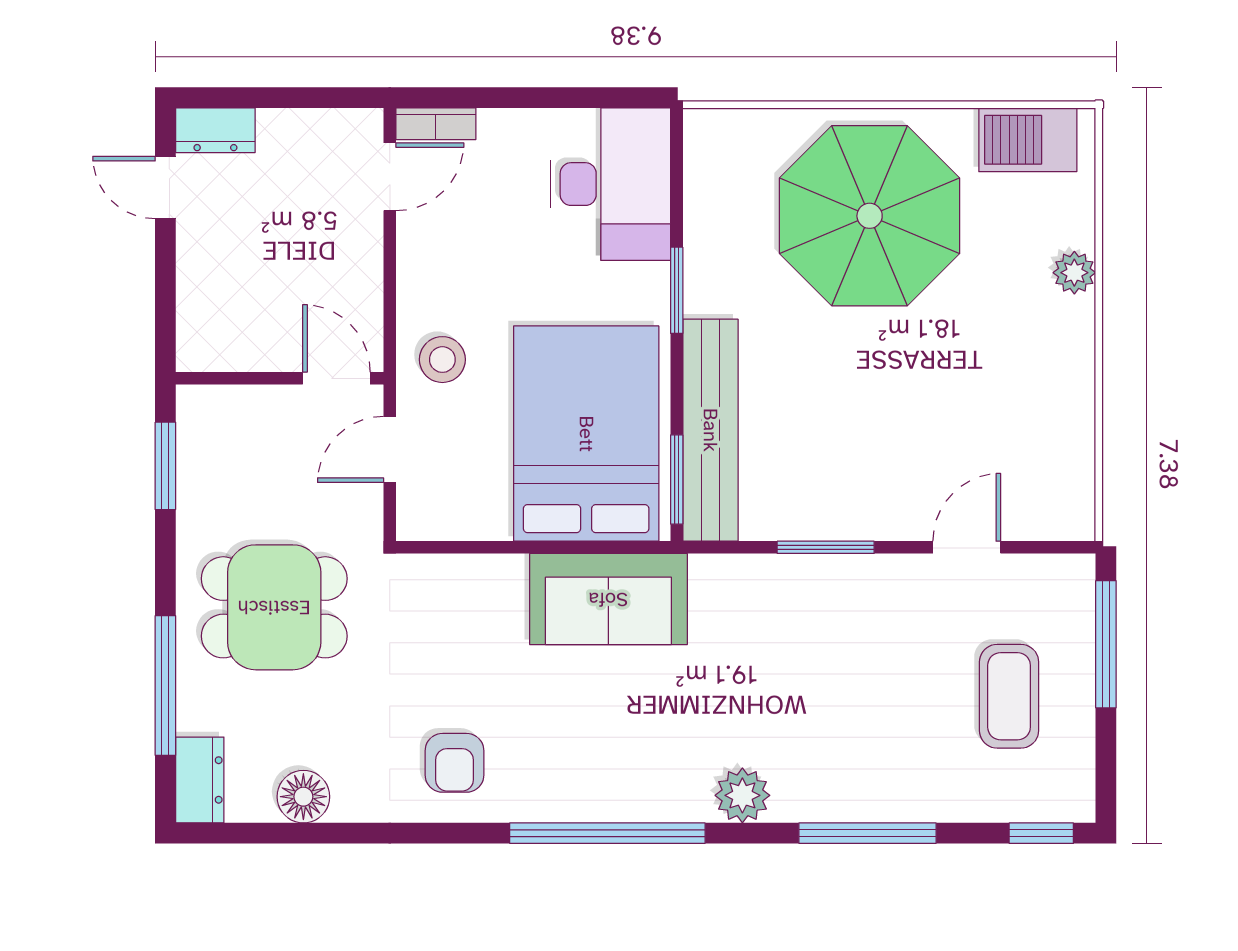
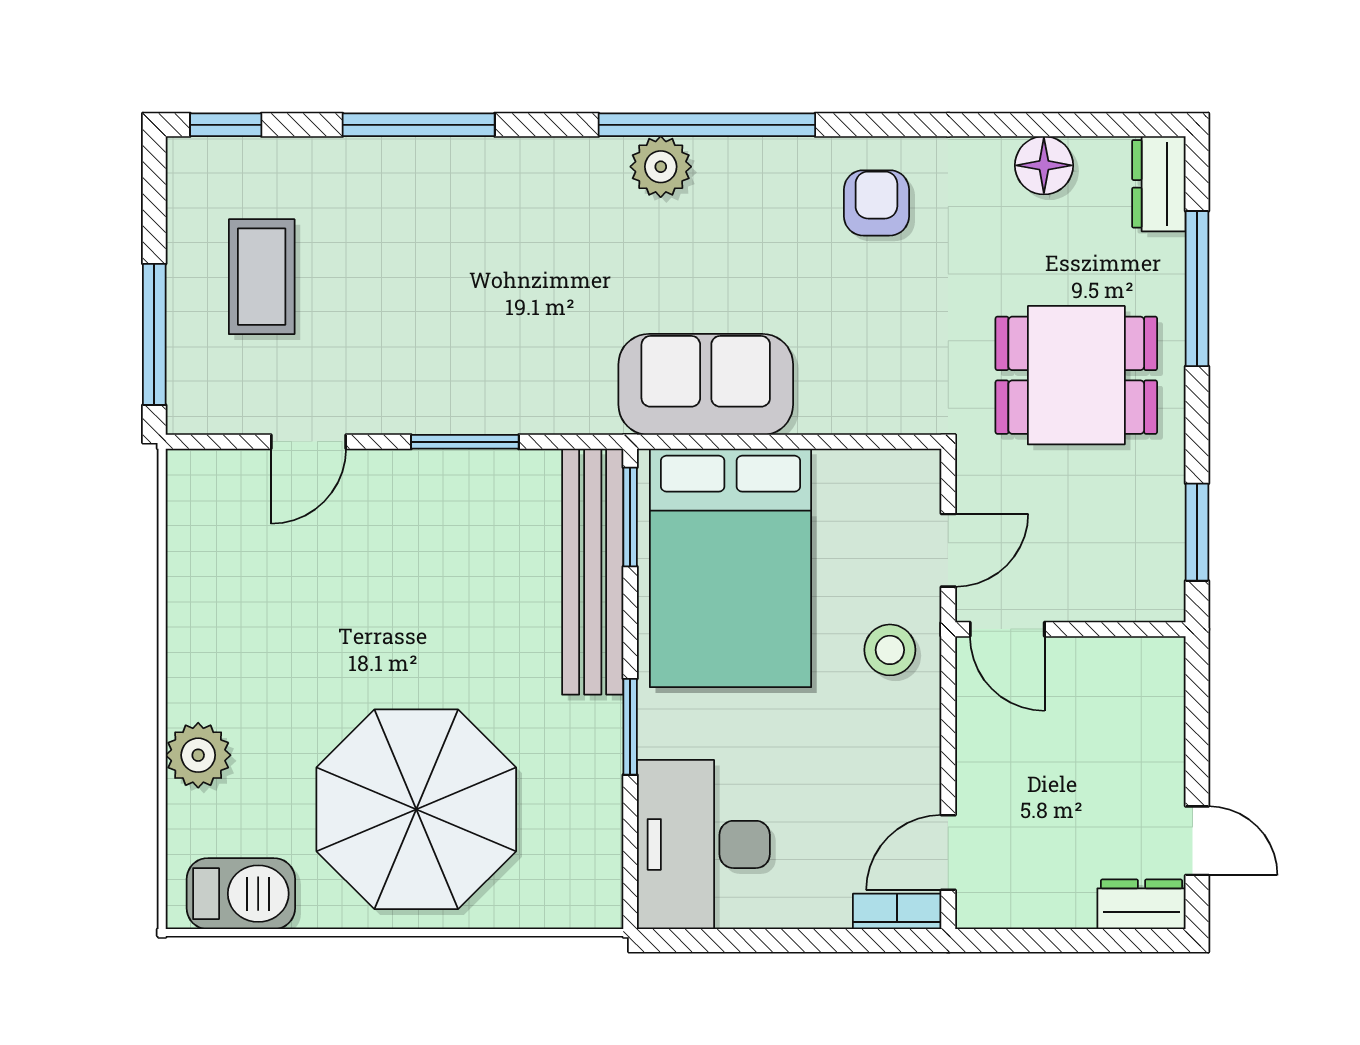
plant: (1074, 273) -> (198, 755), width x1.38, depth x1.38
plant: (742, 795) -> (661, 167), moved

